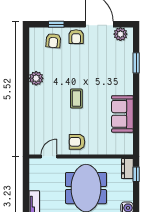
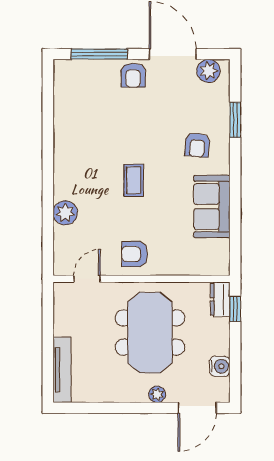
window: (56, 24) -> (99, 54), width x2.17
armchair: (53, 41) -> (197, 145), moved
plant: (36, 78) -> (65, 213), moved

